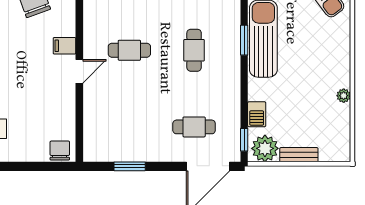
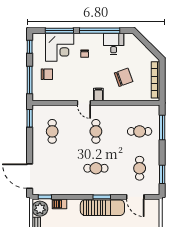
cafe table: (194, 127) -> (52, 131), moved
chair: (60, 151) -> (47, 74), moved
window: (39, 166) -> (30, 80), added
window: (130, 166) -> (30, 118), moved

